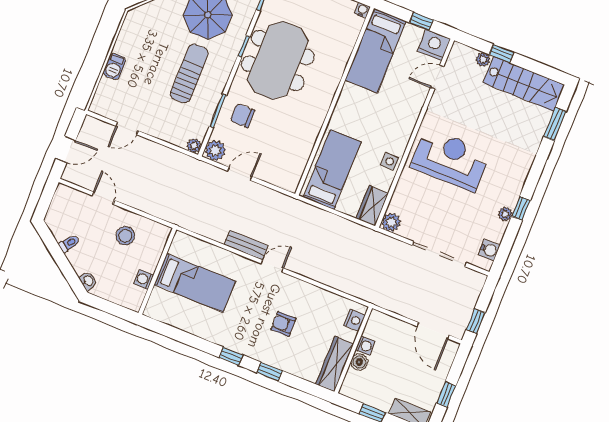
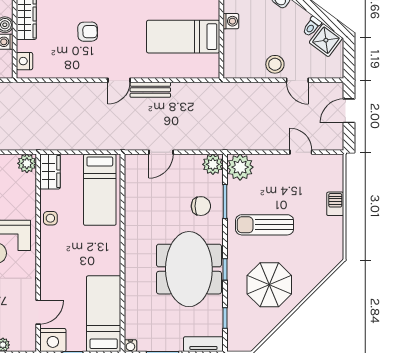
sun lounger: (189, 74) -> (265, 225), turned 90
door: (127, 128) -> (301, 152), hinge flipped
plant: (194, 146) -> (240, 167), width x1.87, depth x1.87
door: (240, 174) -> (161, 152), moved
shower: (61, 225) -> (326, 40), added
stool: (125, 236) -> (275, 64), moved

